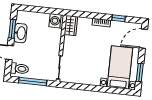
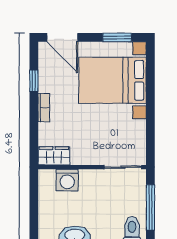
washing machine: (56, 21) -> (67, 180), moved
bed with nightstands: (120, 67) -> (113, 80), width x1.36

